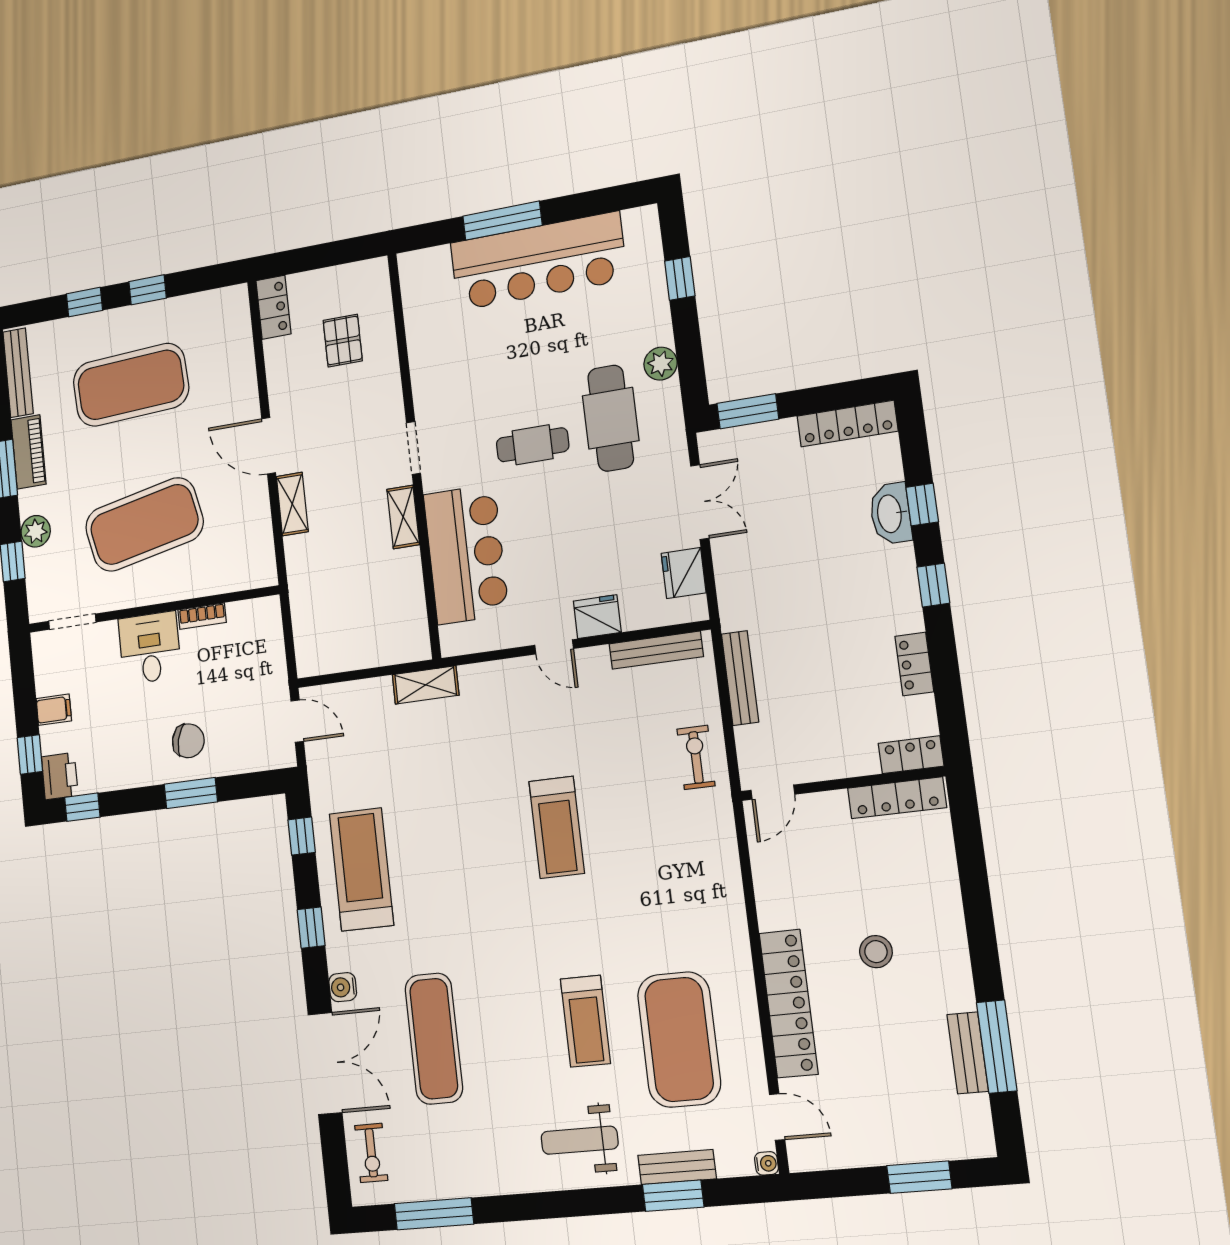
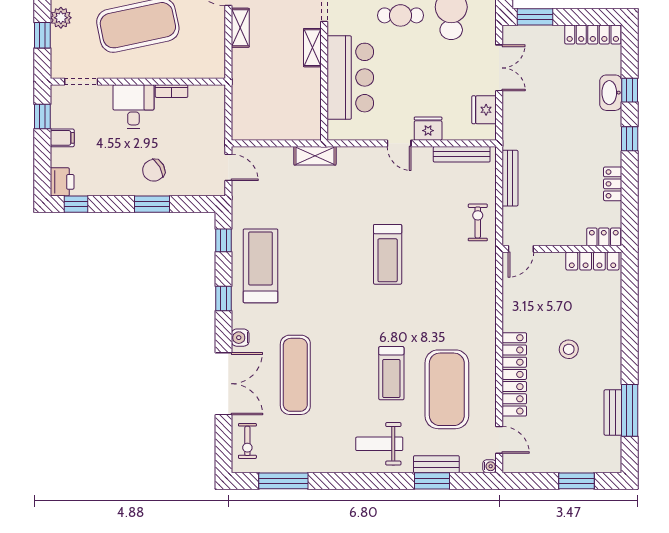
chair: (188, 741) -> (154, 170), turned 137
window: (30, 754) -> (42, 116), moved

